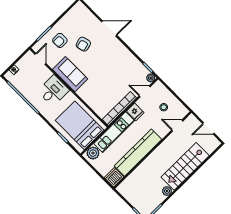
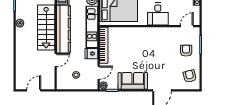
armchair: (83, 44) -> (190, 76), moved
door: (40, 59) -> (187, 26), swing flipped
sofa: (70, 74) -> (133, 81), moved, turned 180
door: (177, 126) -> (56, 60), moved
stairs: (185, 166) -> (46, 27), moved, turned 180

